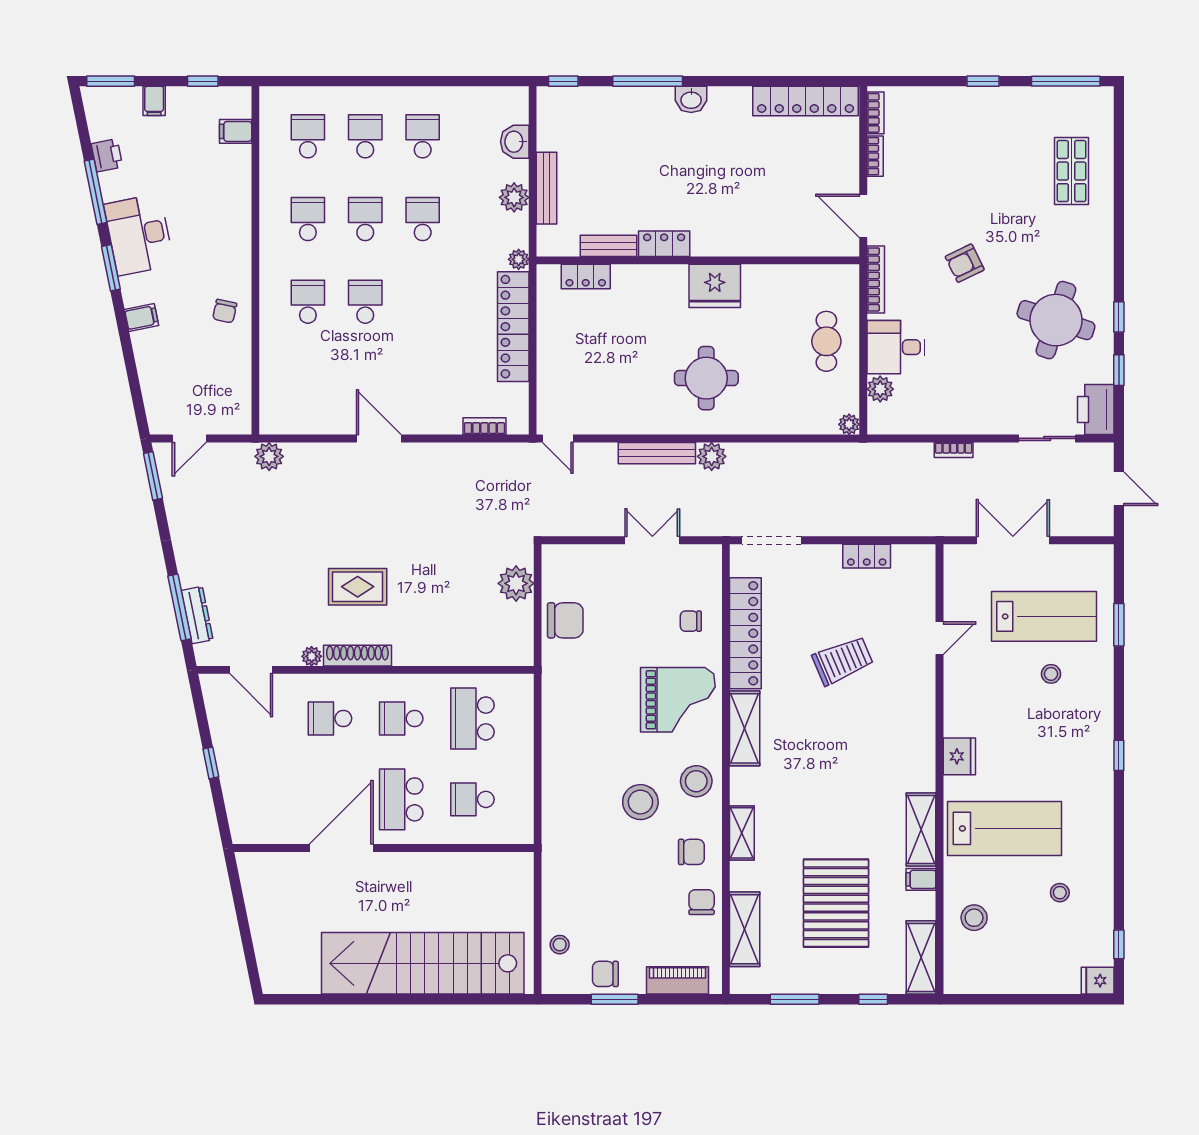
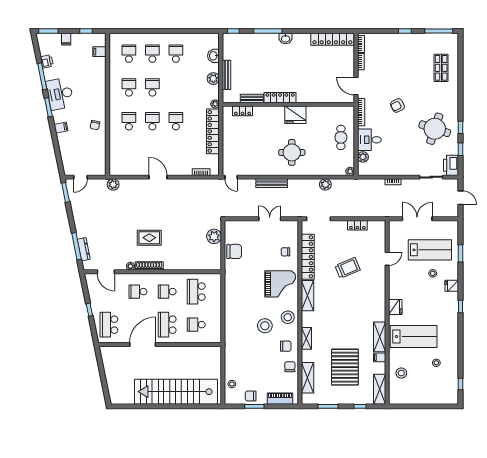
school desk: (423, 219) -> (176, 121), moved
locker: (664, 244) -> (280, 98), width x1.53
plant: (712, 456) -> (325, 184), moved
school desk: (259, 799) -> (109, 325), added
fridge: (1098, 981) -> (452, 286), moved

